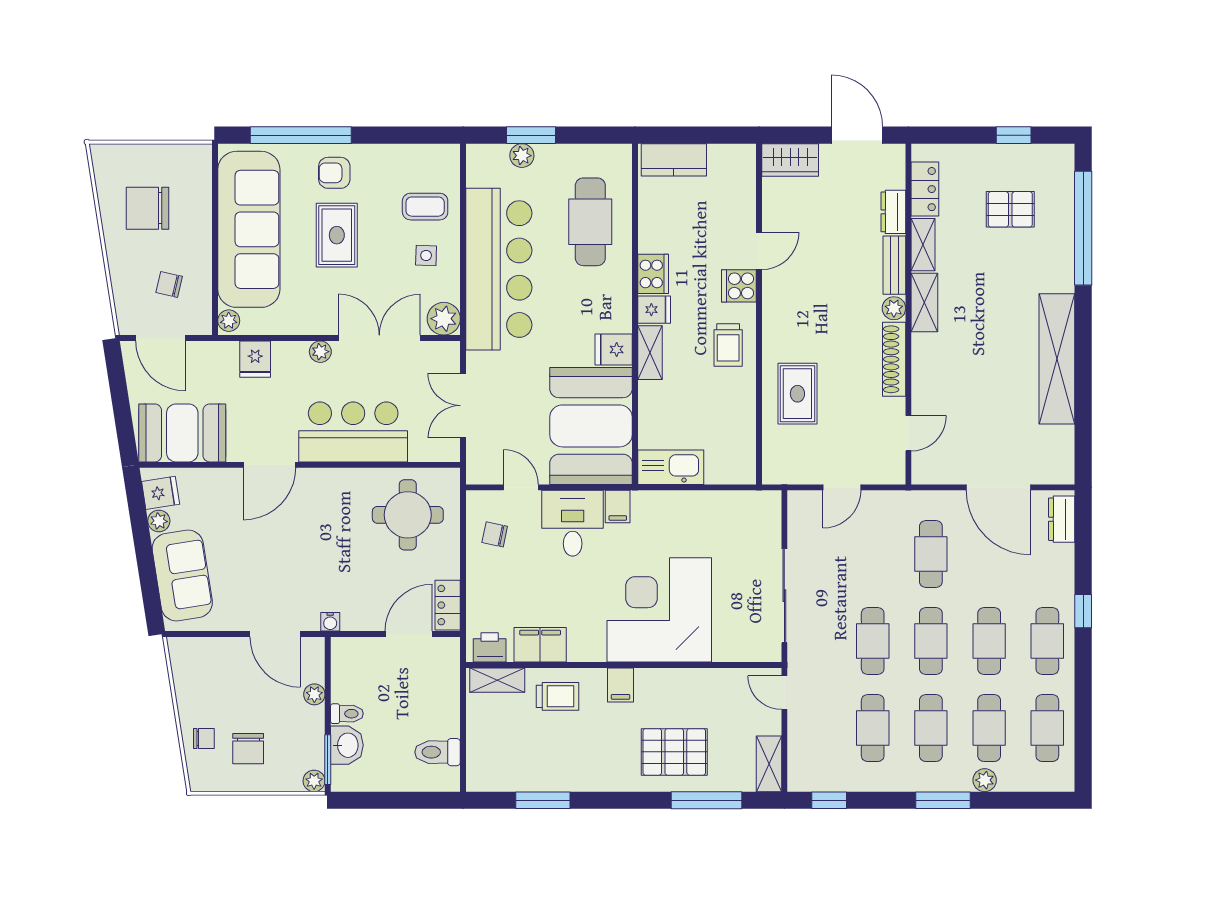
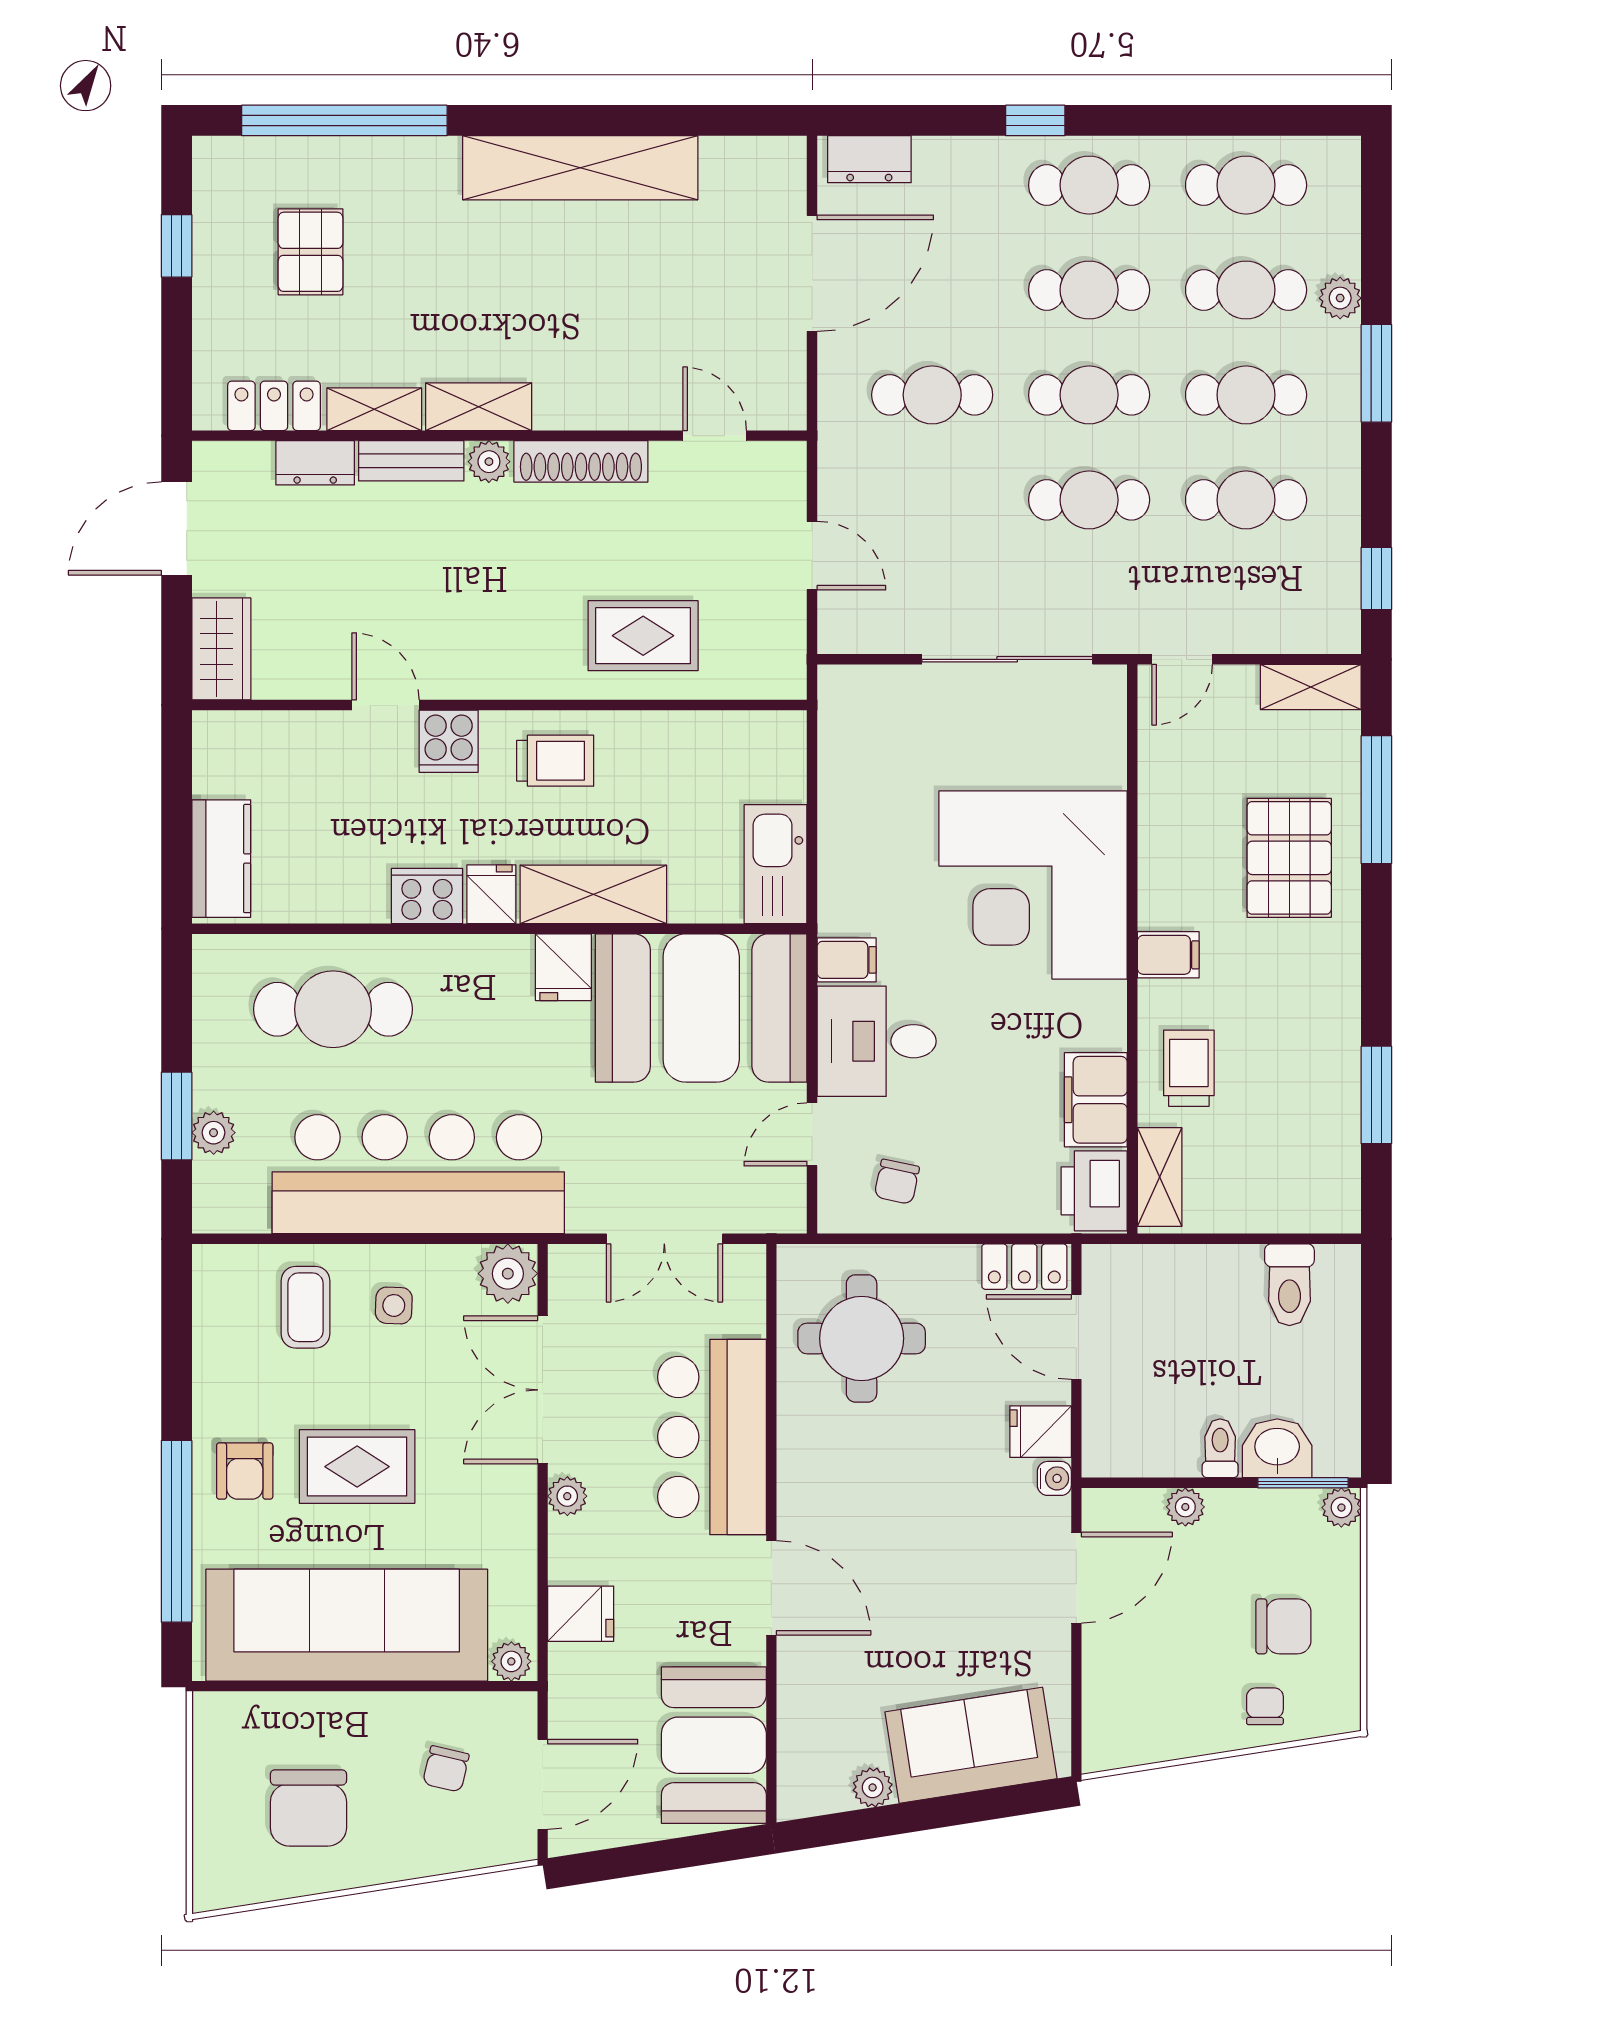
shelving: (650, 353) -> (593, 894), width x1.50, depth x1.33
fridge: (161, 493) -> (1041, 1432), moved, turned -81
printer: (490, 647) -> (1094, 1191), width x1.36, depth x1.24

